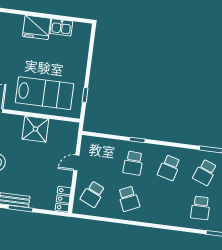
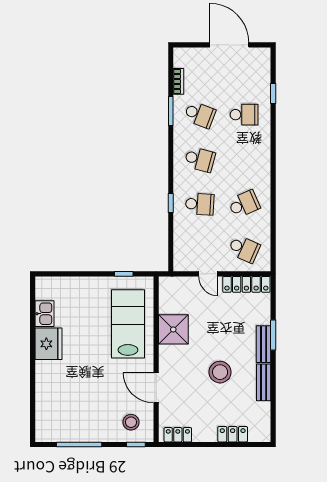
locker: (63, 199) -> (246, 284), width x1.53

